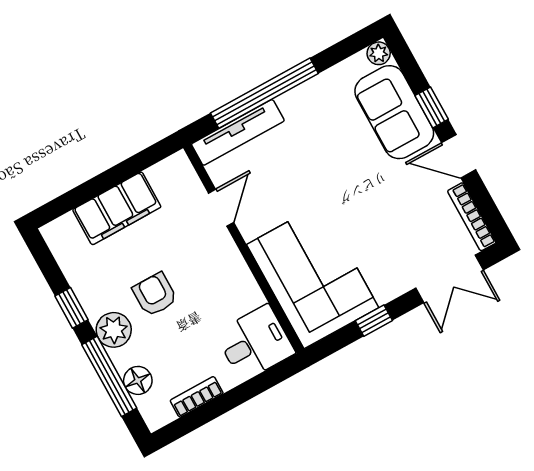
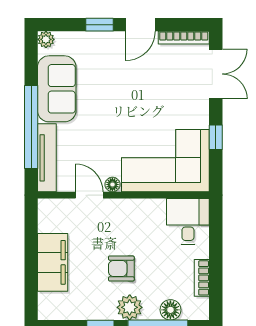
sofa: (394, 112) -> (57, 89), moved, turned -90
floor lamp: (249, 229) -> (112, 185), added

